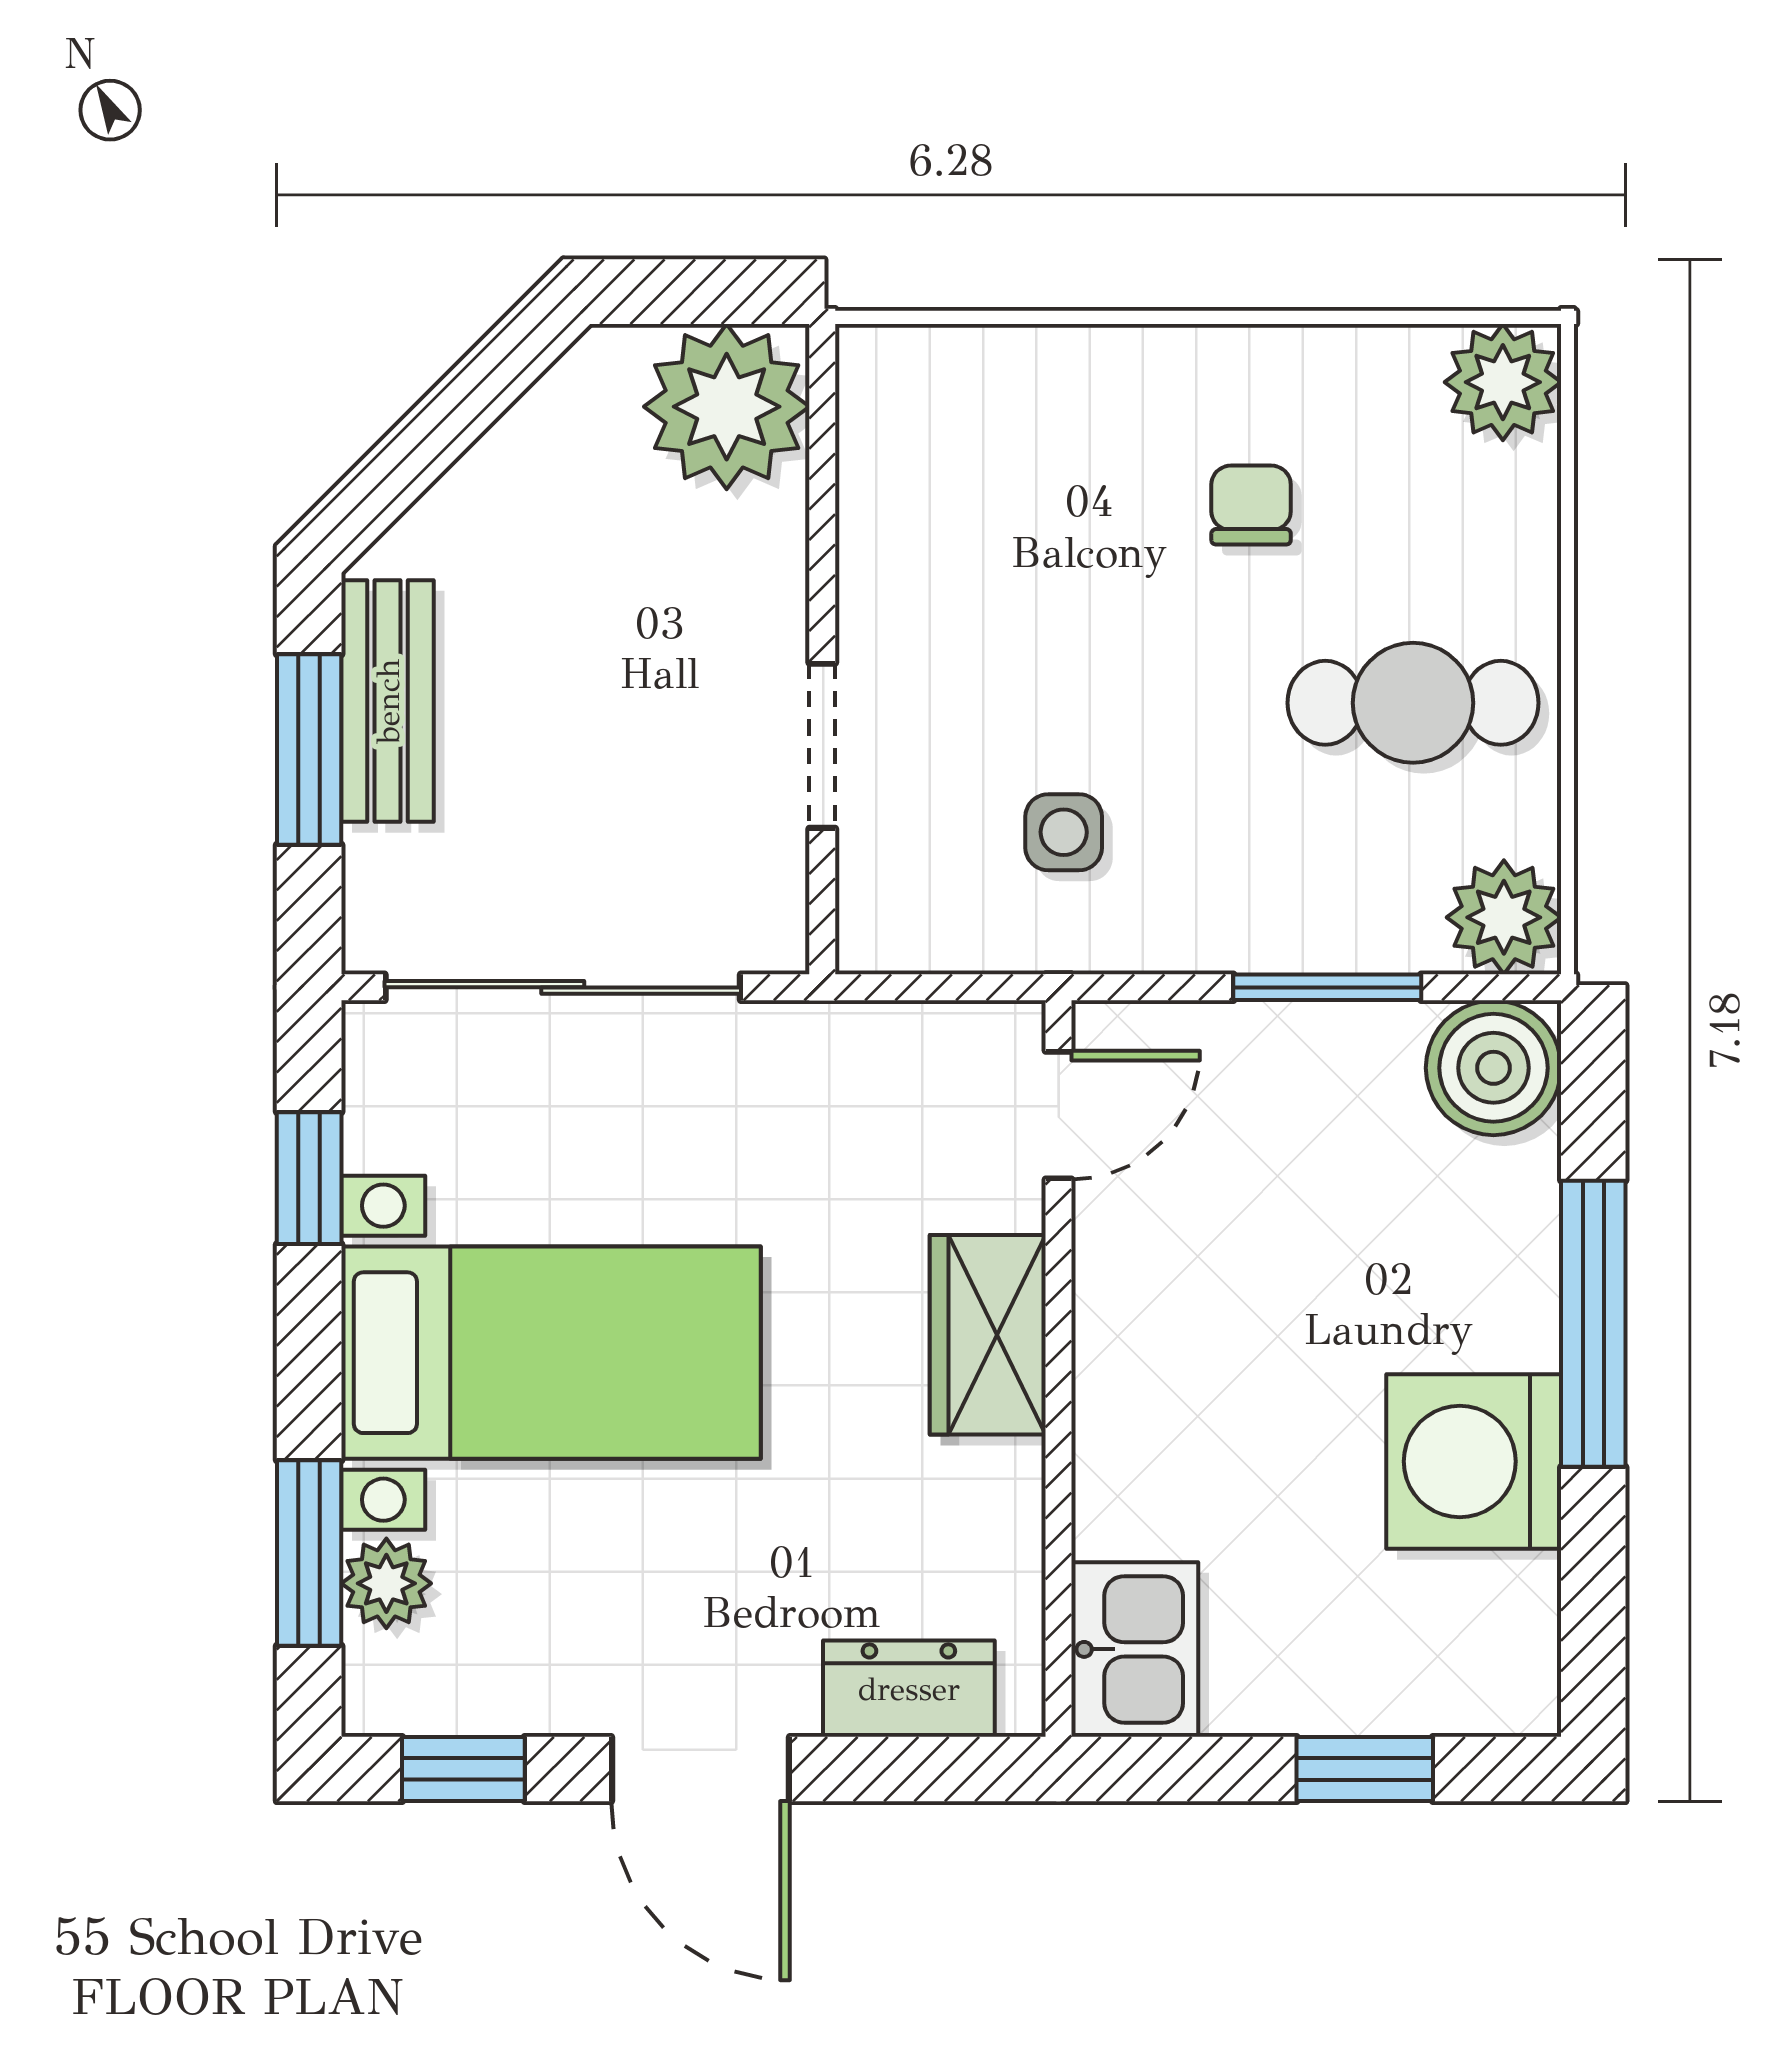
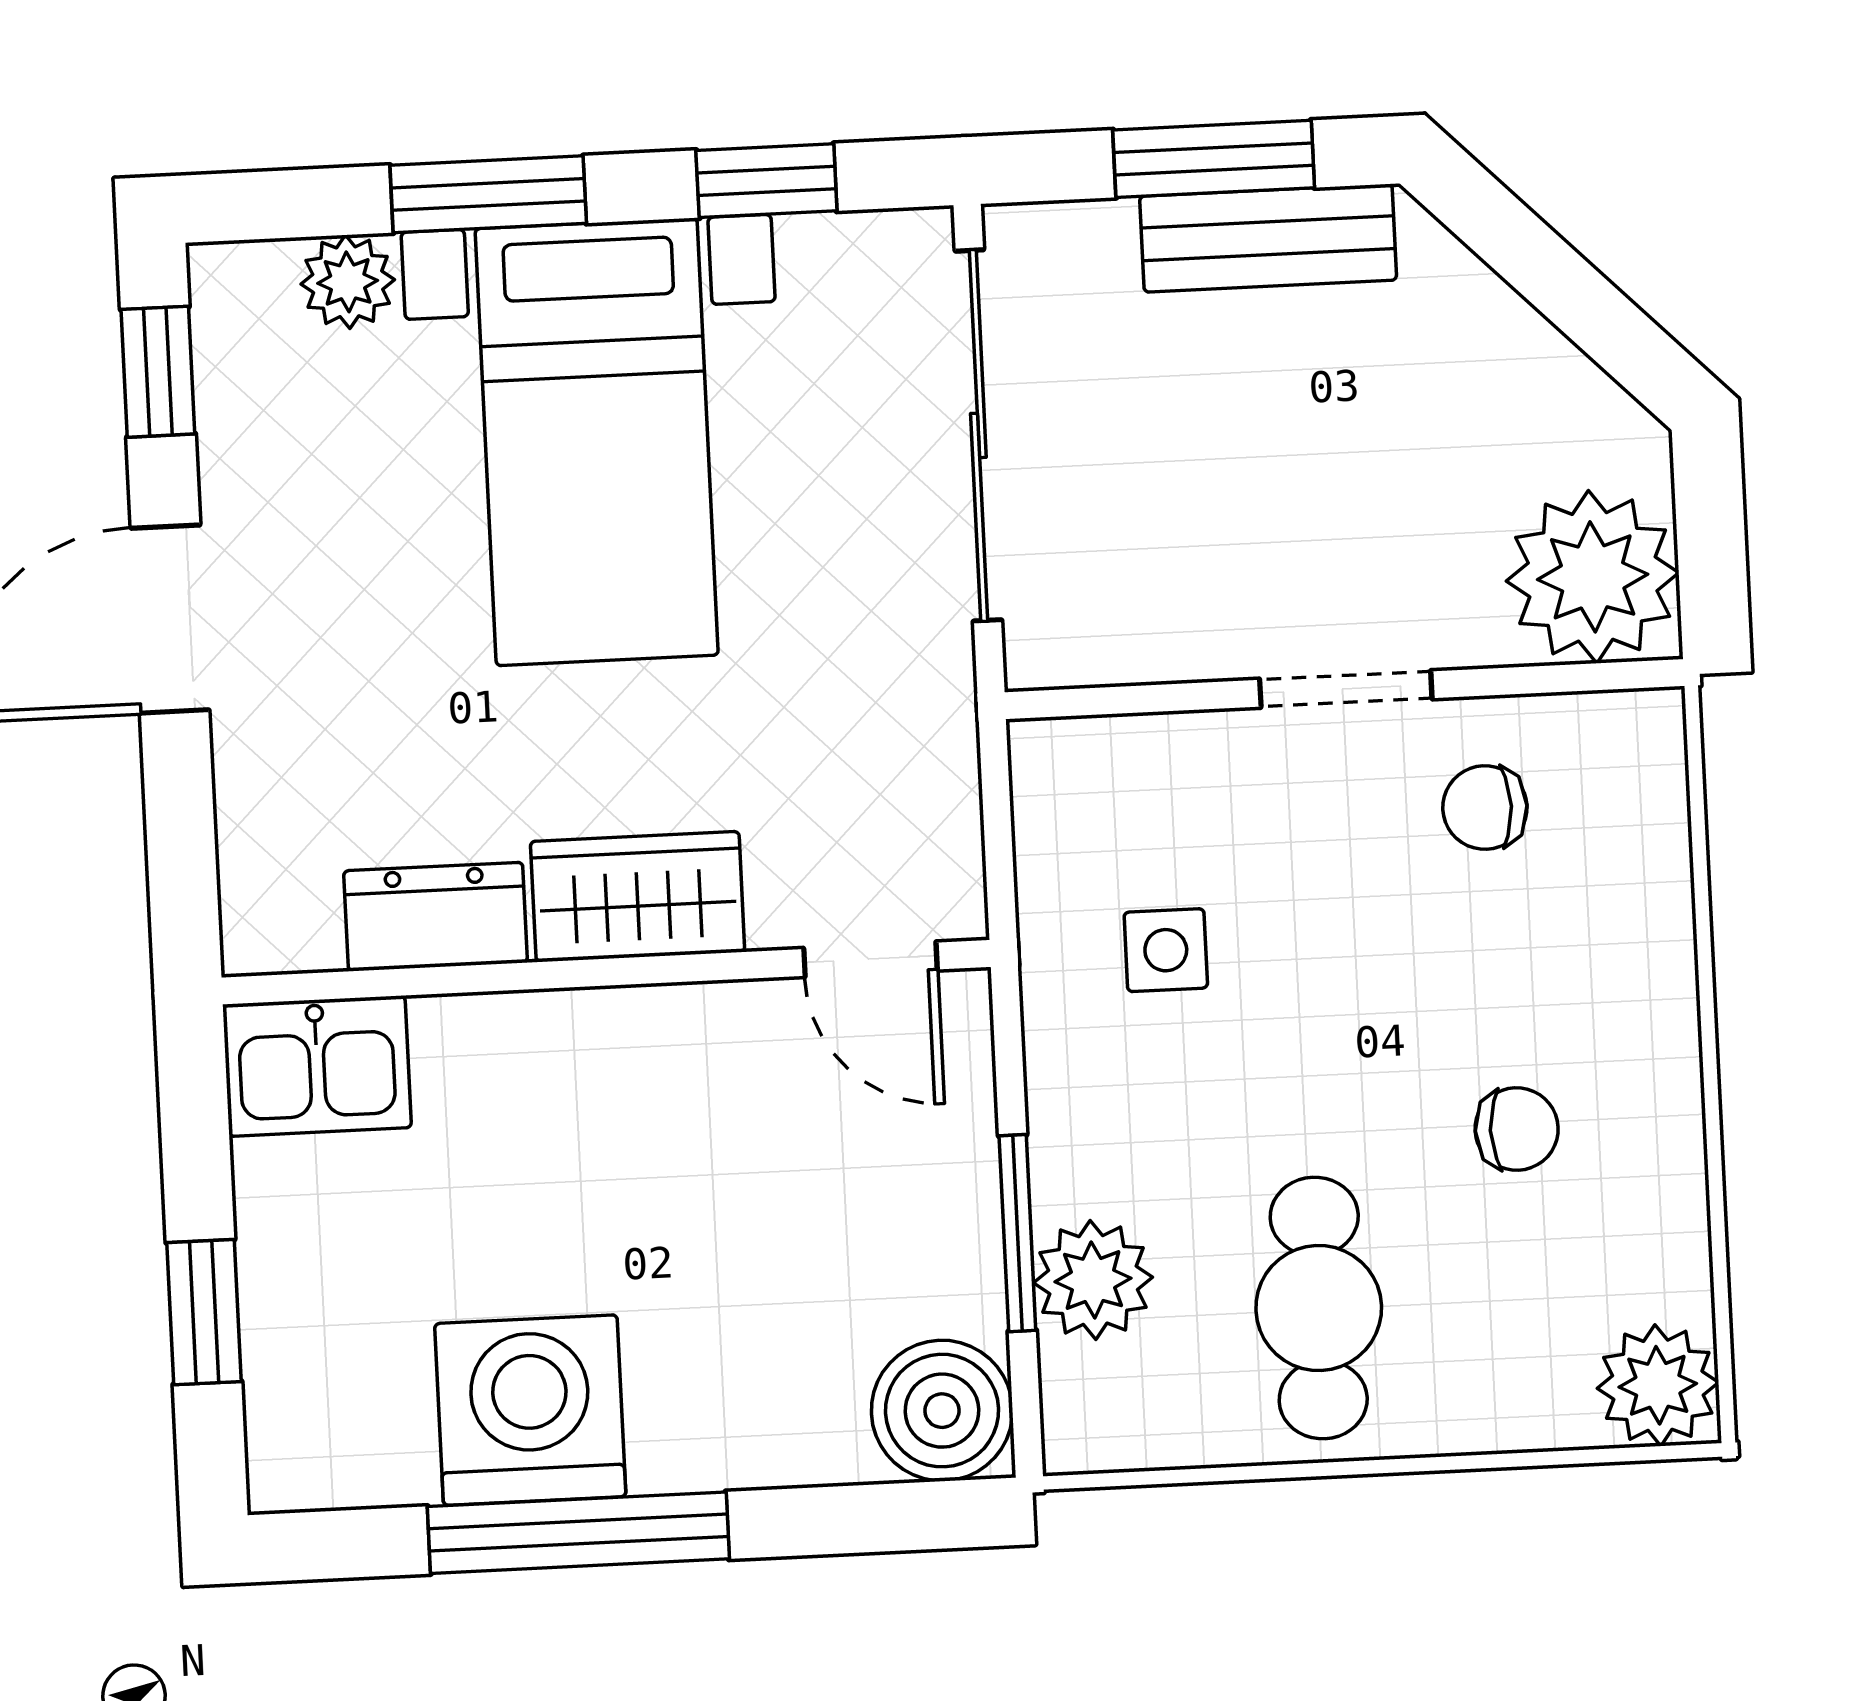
chair: (942, 520) -> (1485, 808), added
doorway: (822, 746) -> (1346, 689), moved
plant: (1504, 917) -> (1093, 1280), moved
window: (1593, 1324) -> (578, 1533), moved
window: (309, 1553) -> (488, 194), moved
dresser: (909, 1689) -> (436, 917), moved, turned -90

